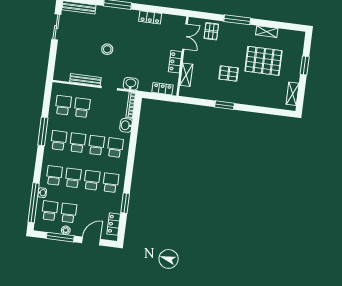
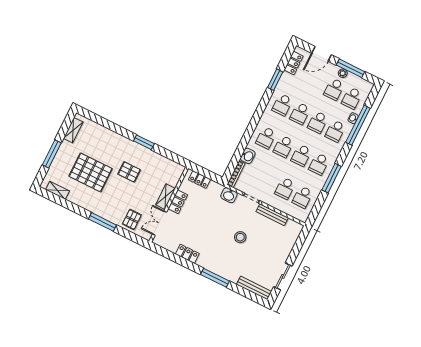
shelving: (267, 32) -> (58, 190), moved
window: (305, 66) -> (52, 154), width x1.44
shelving: (186, 75) -> (165, 197), moved
window: (34, 203) -> (358, 125), moved

